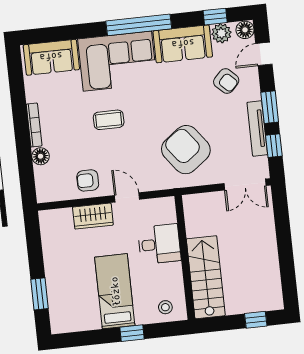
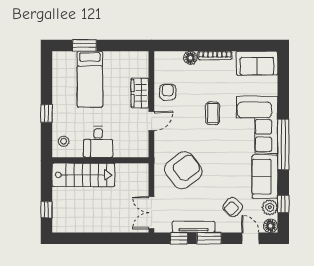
sofa: (51, 57) -> (257, 63), moved, turned -90
desk: (159, 244) -> (98, 142), moved
bed: (115, 291) -> (90, 79), moved, turned 90

